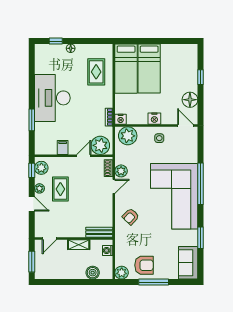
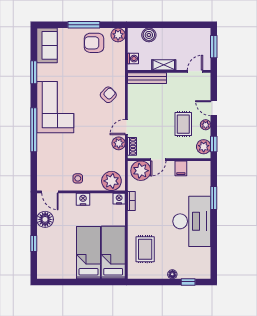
corner sofa: (174, 196) -> (55, 107), width x0.73, depth x0.74
bench: (99, 232) -> (147, 78), width x1.36

